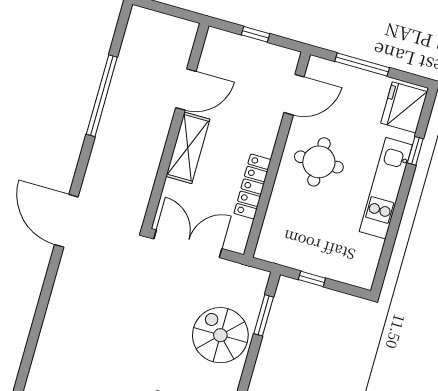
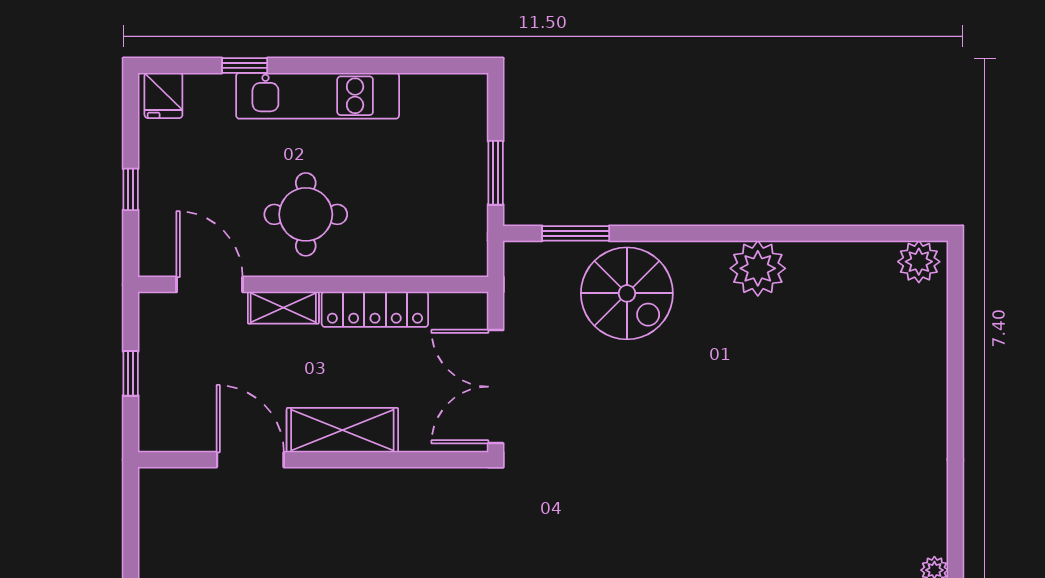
window: (362, 64) -> (131, 189), width x0.46
fridge: (404, 107) -> (163, 95), width x0.53, depth x0.75
shelving: (268, 134) -> (283, 308), added
window: (312, 279) -> (496, 173), width x1.50
spiral stairs: (220, 335) -> (627, 293), turned -90

